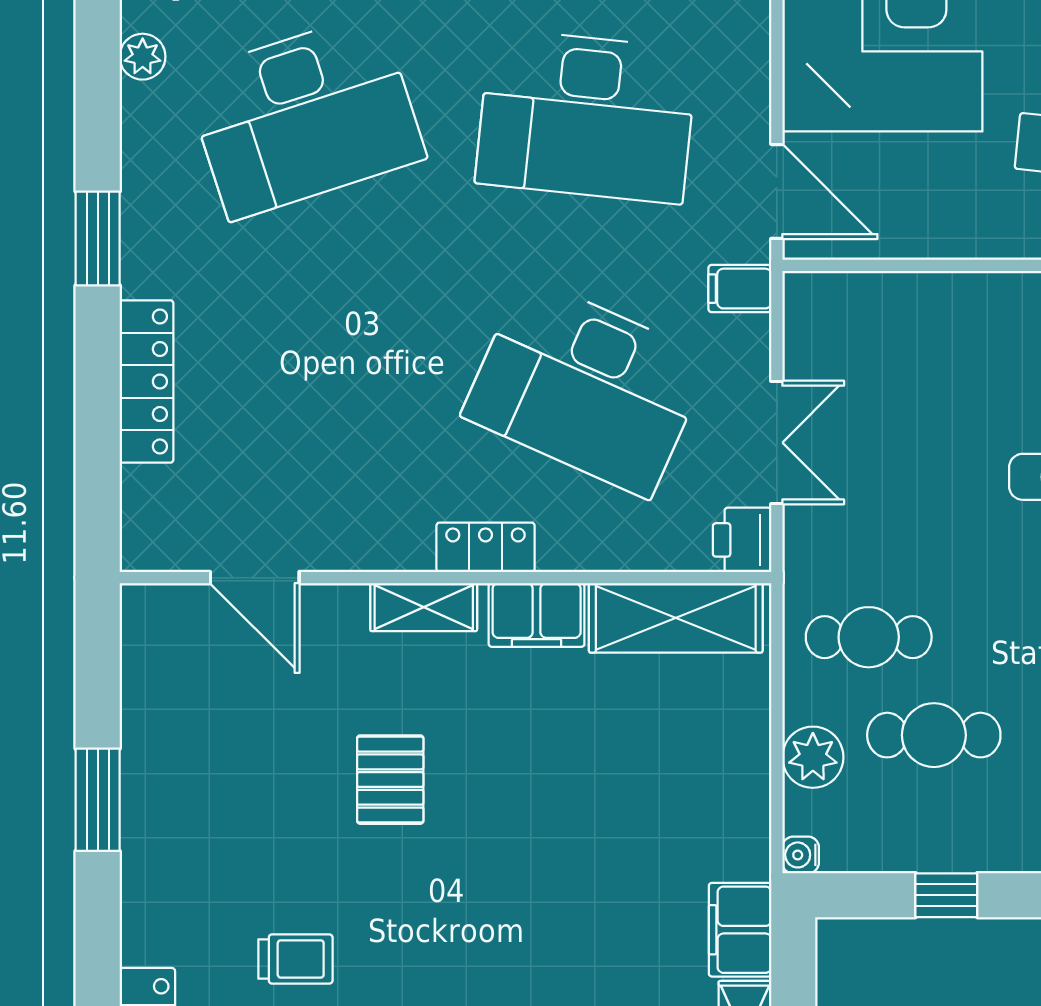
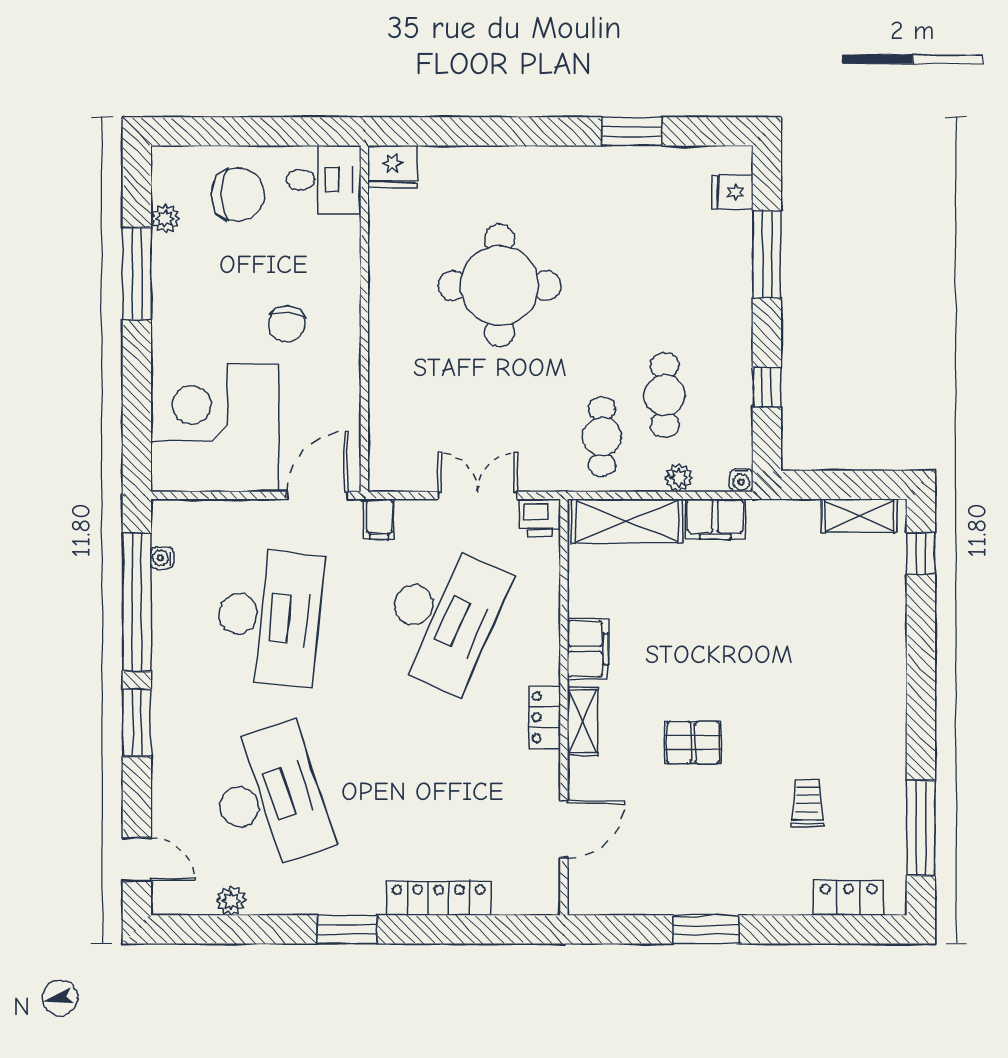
locker: (486, 547) -> (545, 717), moved
shelving: (676, 618) -> (627, 521), moved, turned 90
plant: (813, 757) -> (679, 478), width x0.73, depth x0.73
filing cabinet: (740, 930) -> (715, 519), moved

